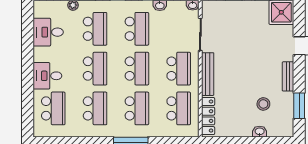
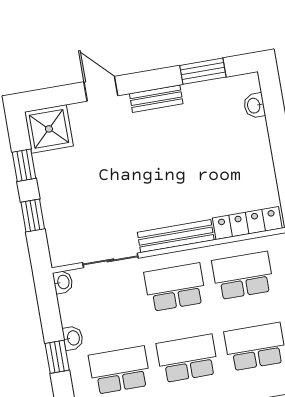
stool: (263, 104) -> (210, 132), removed
washbasin: (260, 132) -> (254, 106), moved

